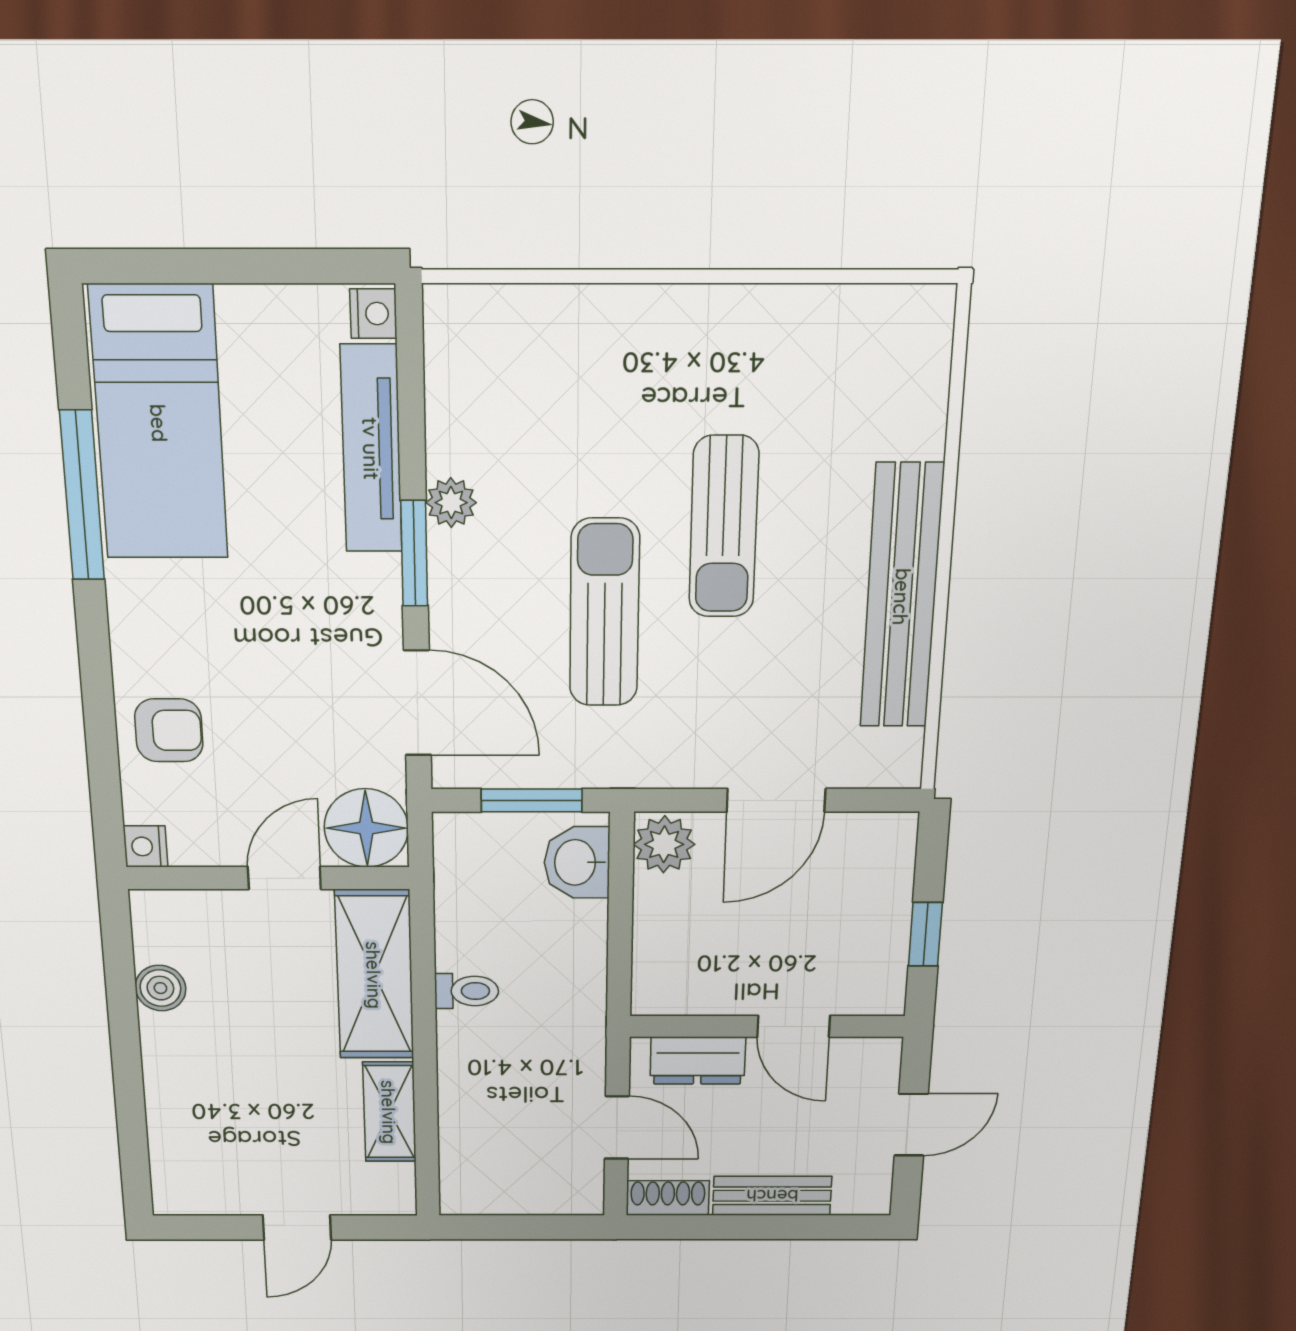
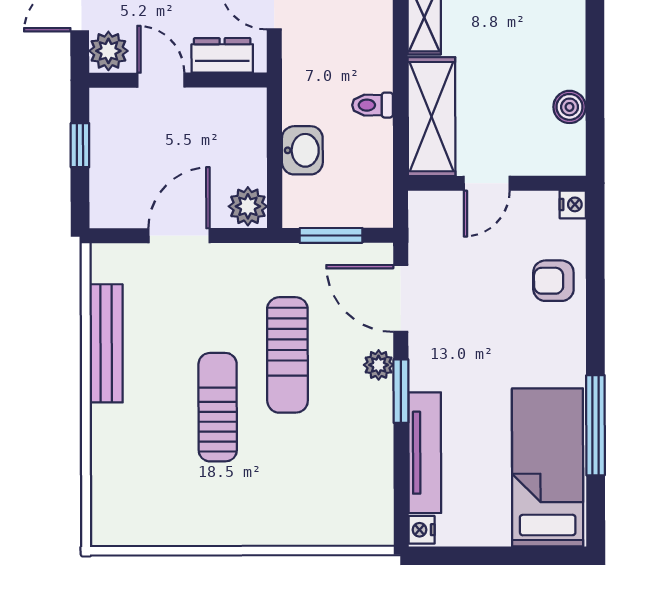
plant: (451, 503) -> (379, 365), moved
bench: (902, 597) -> (106, 343), width x0.73, depth x0.82
floor lamp: (366, 828) -> (434, 217), removed
washbasin: (577, 862) -> (302, 150), moved
plant: (872, 1067) -> (108, 51), added

